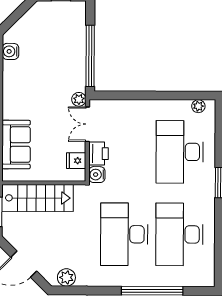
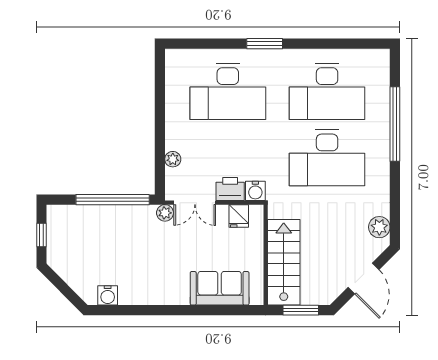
plant: (198, 106) -> (173, 159), moved

